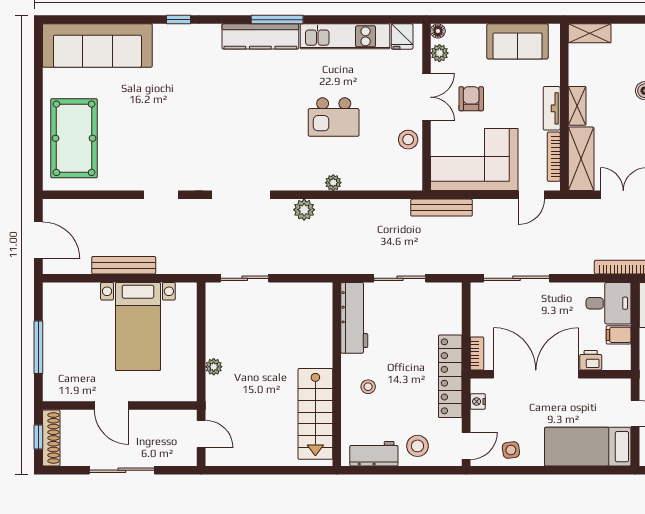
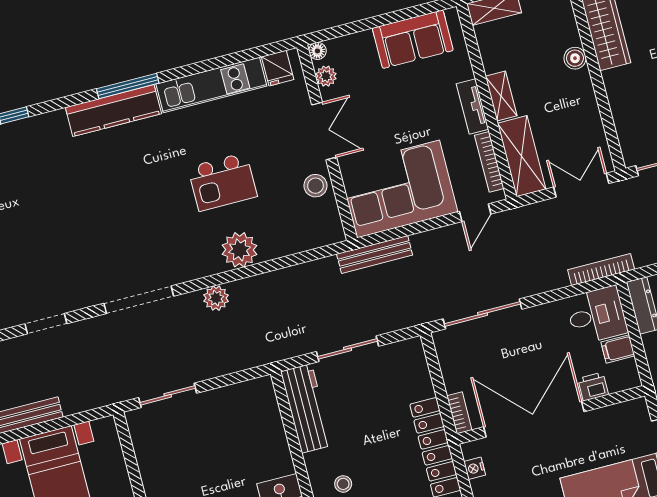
armchair: (471, 99) -> (376, 120), removed
plant: (333, 183) -> (239, 250), width x1.88, depth x1.88

